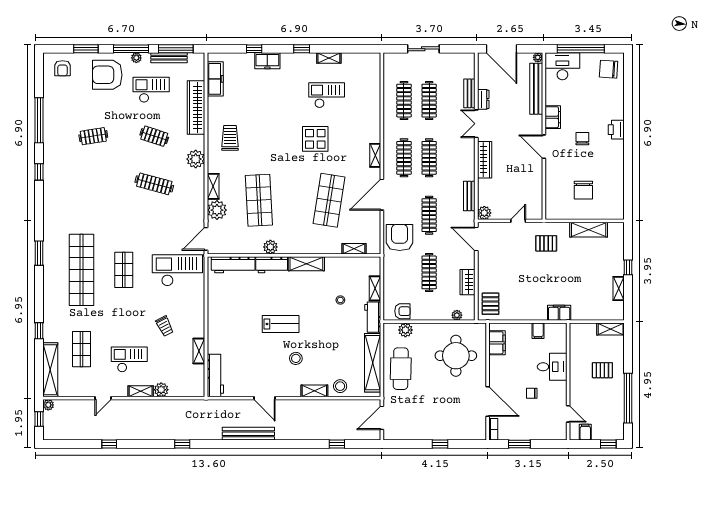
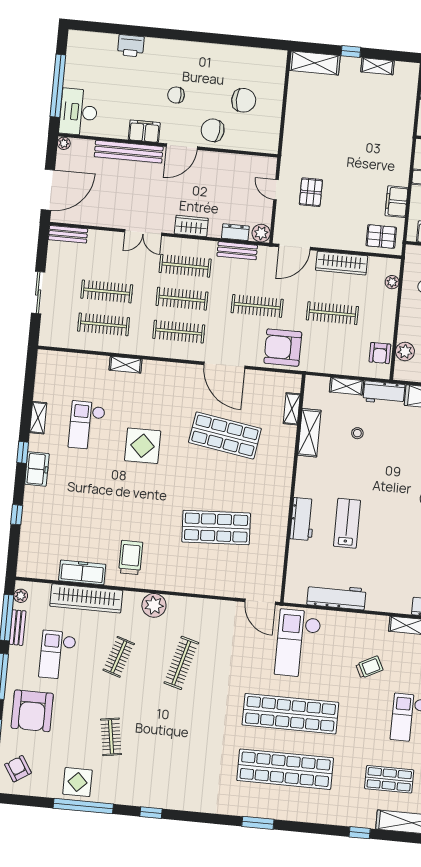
plant: (136, 58) -> (21, 596), moved
bench: (169, 58) -> (18, 628), width x0.73
freezer: (267, 61) -> (37, 469), moved
armchair: (63, 68) -> (18, 769), turned -123
chair: (609, 69) -> (213, 130), moved, turned 94
freezer: (215, 79) -> (82, 572), moved
bench: (536, 89) -> (129, 152), moved
bench: (469, 93) -> (68, 234), moved
dresser: (483, 99) -> (235, 232), moved
display table: (57, 114) -> (77, 782), added
printer: (616, 130) -> (131, 46), moved
trolley: (230, 138) -> (131, 558), turned 90
shelving: (375, 155) -> (126, 365), moved
clothes rail: (454, 158) -> (185, 266), added
wardrobe: (485, 160) -> (191, 226), width x0.67
shelving: (213, 186) -> (192, 586), removed
plant: (217, 210) -> (224, 584), removed
shelving: (589, 230) -> (315, 63), moved, turned 90
pallet: (546, 243) -> (311, 192), moved
plant: (270, 247) -> (279, 518), removed
shelving: (306, 264) -> (309, 433), moved
workbench: (233, 265) -> (336, 597), moved, turned -90
shop shelf: (124, 270) -> (290, 714), width x2.00, depth x1.36
wardrobe: (468, 282) -> (342, 263), width x1.50
armchair: (402, 311) -> (380, 353), turned 180
filing cabinet: (559, 313) -> (396, 202), moved
lab bench: (281, 324) -> (347, 523), moved

